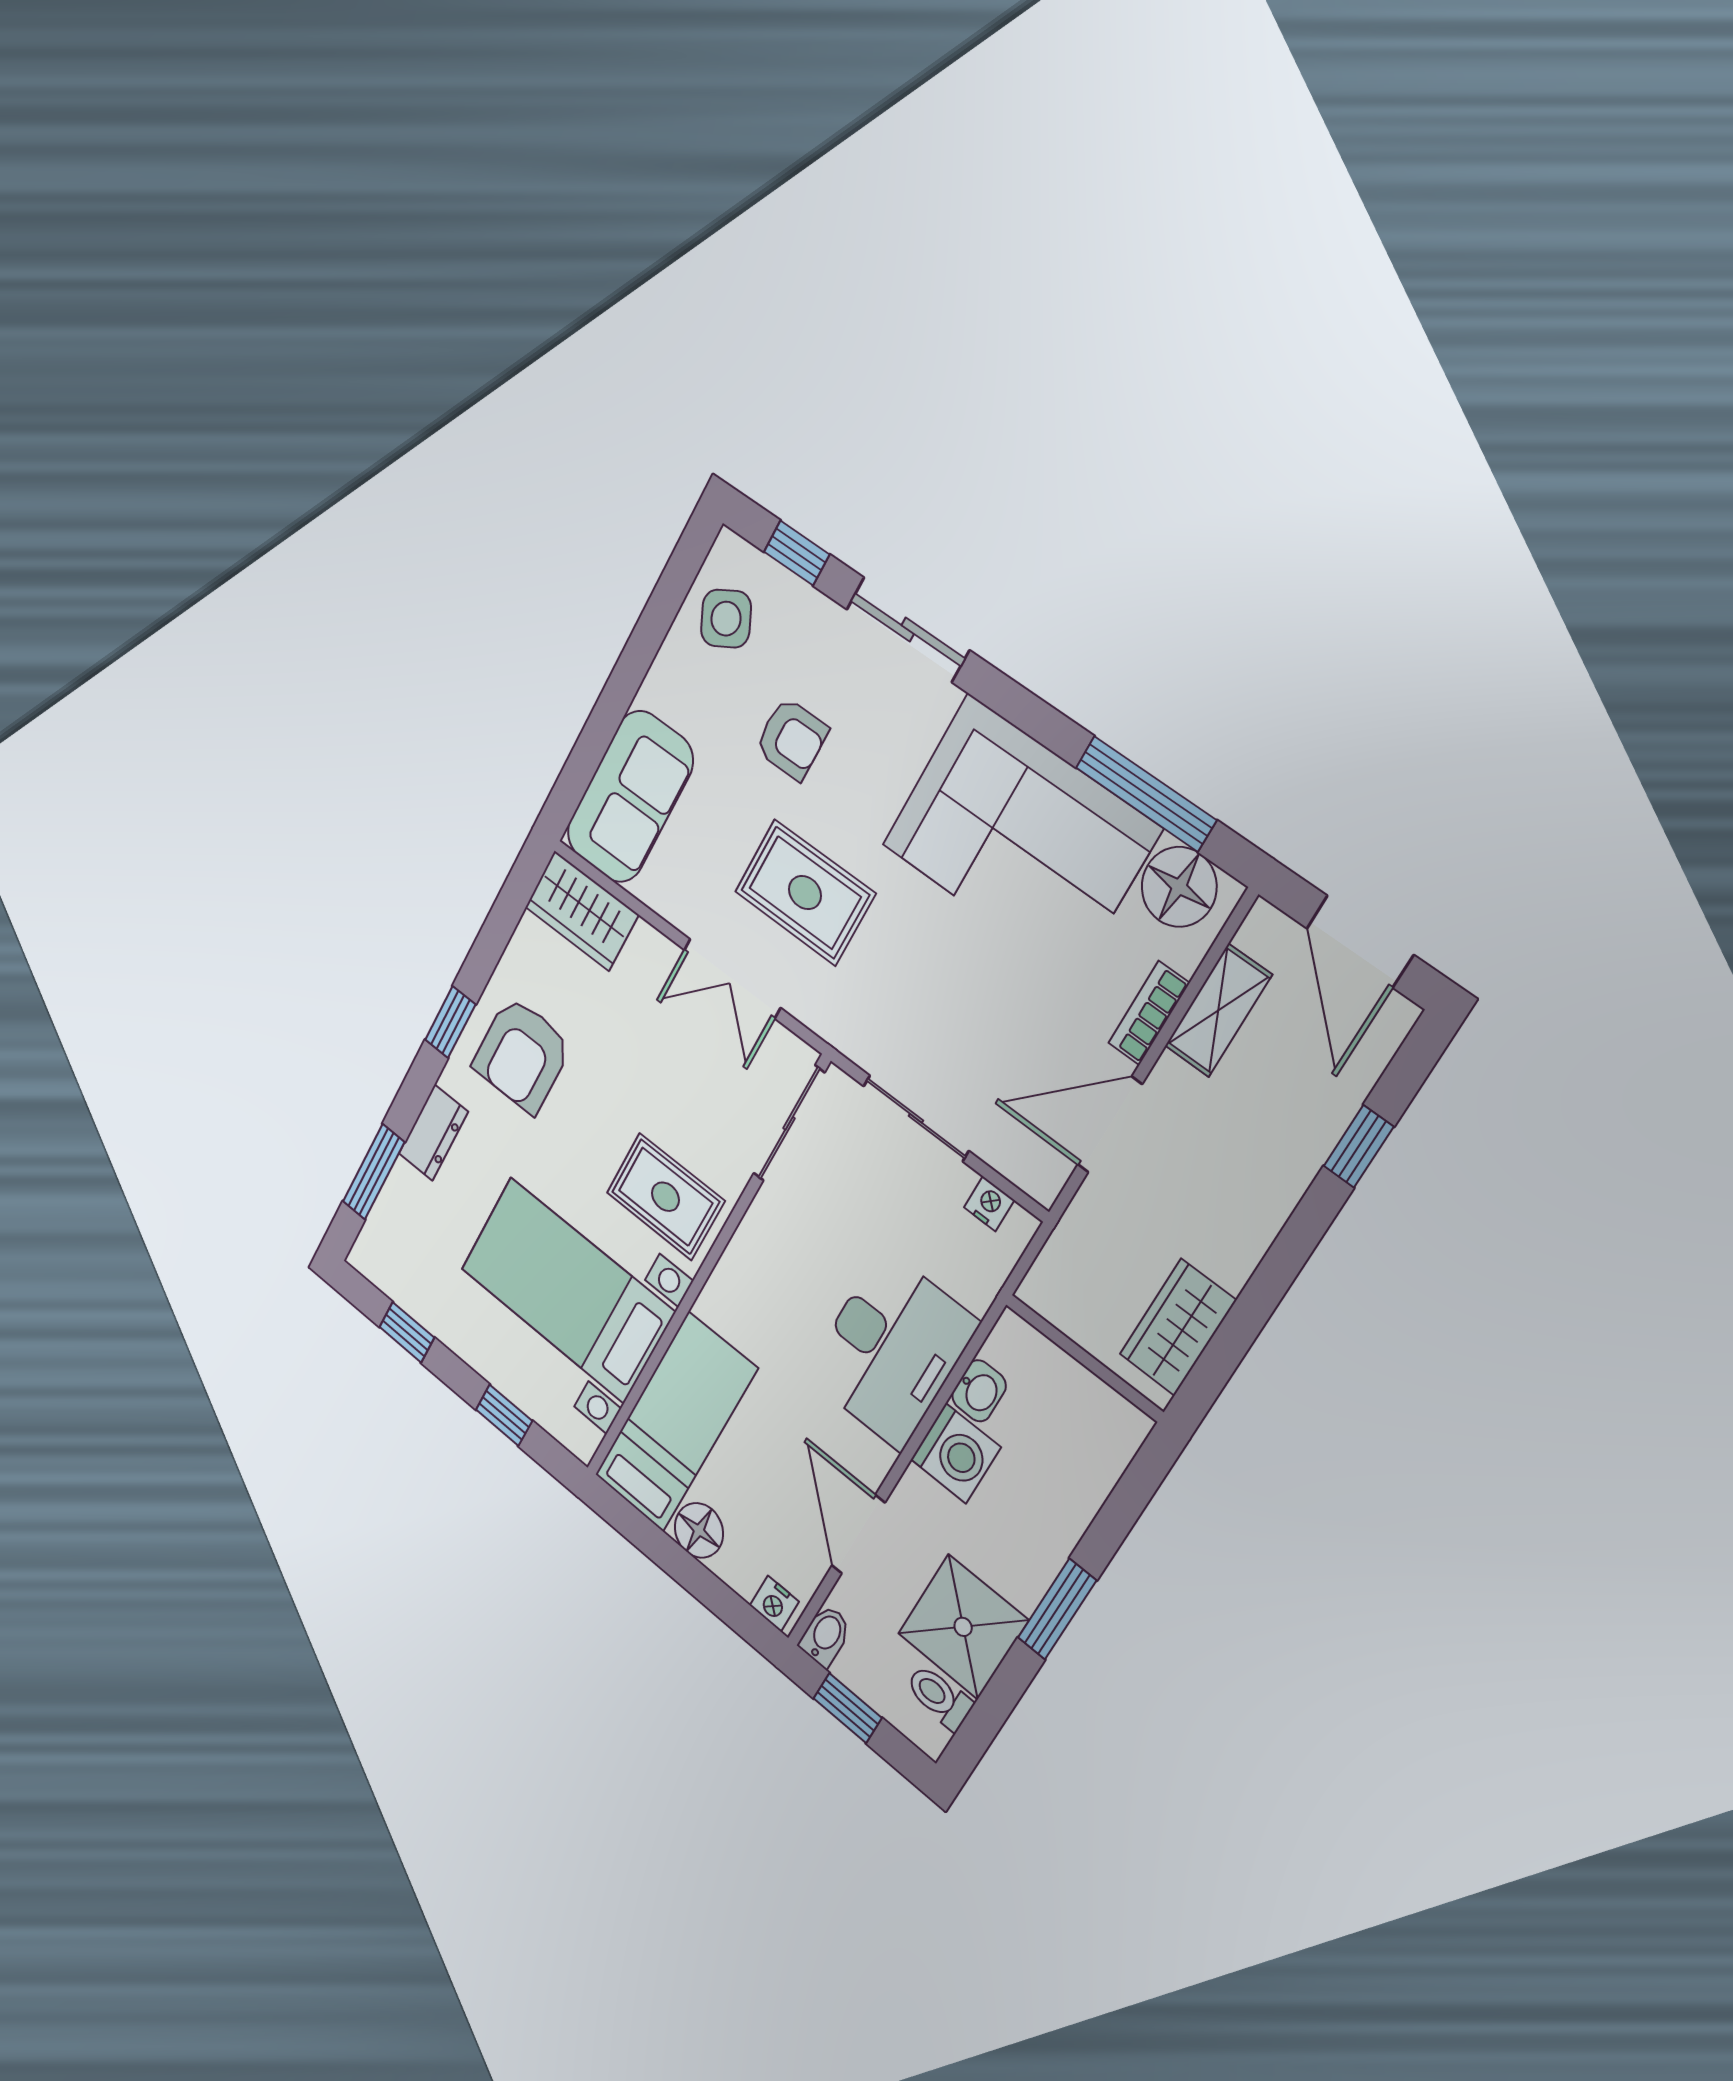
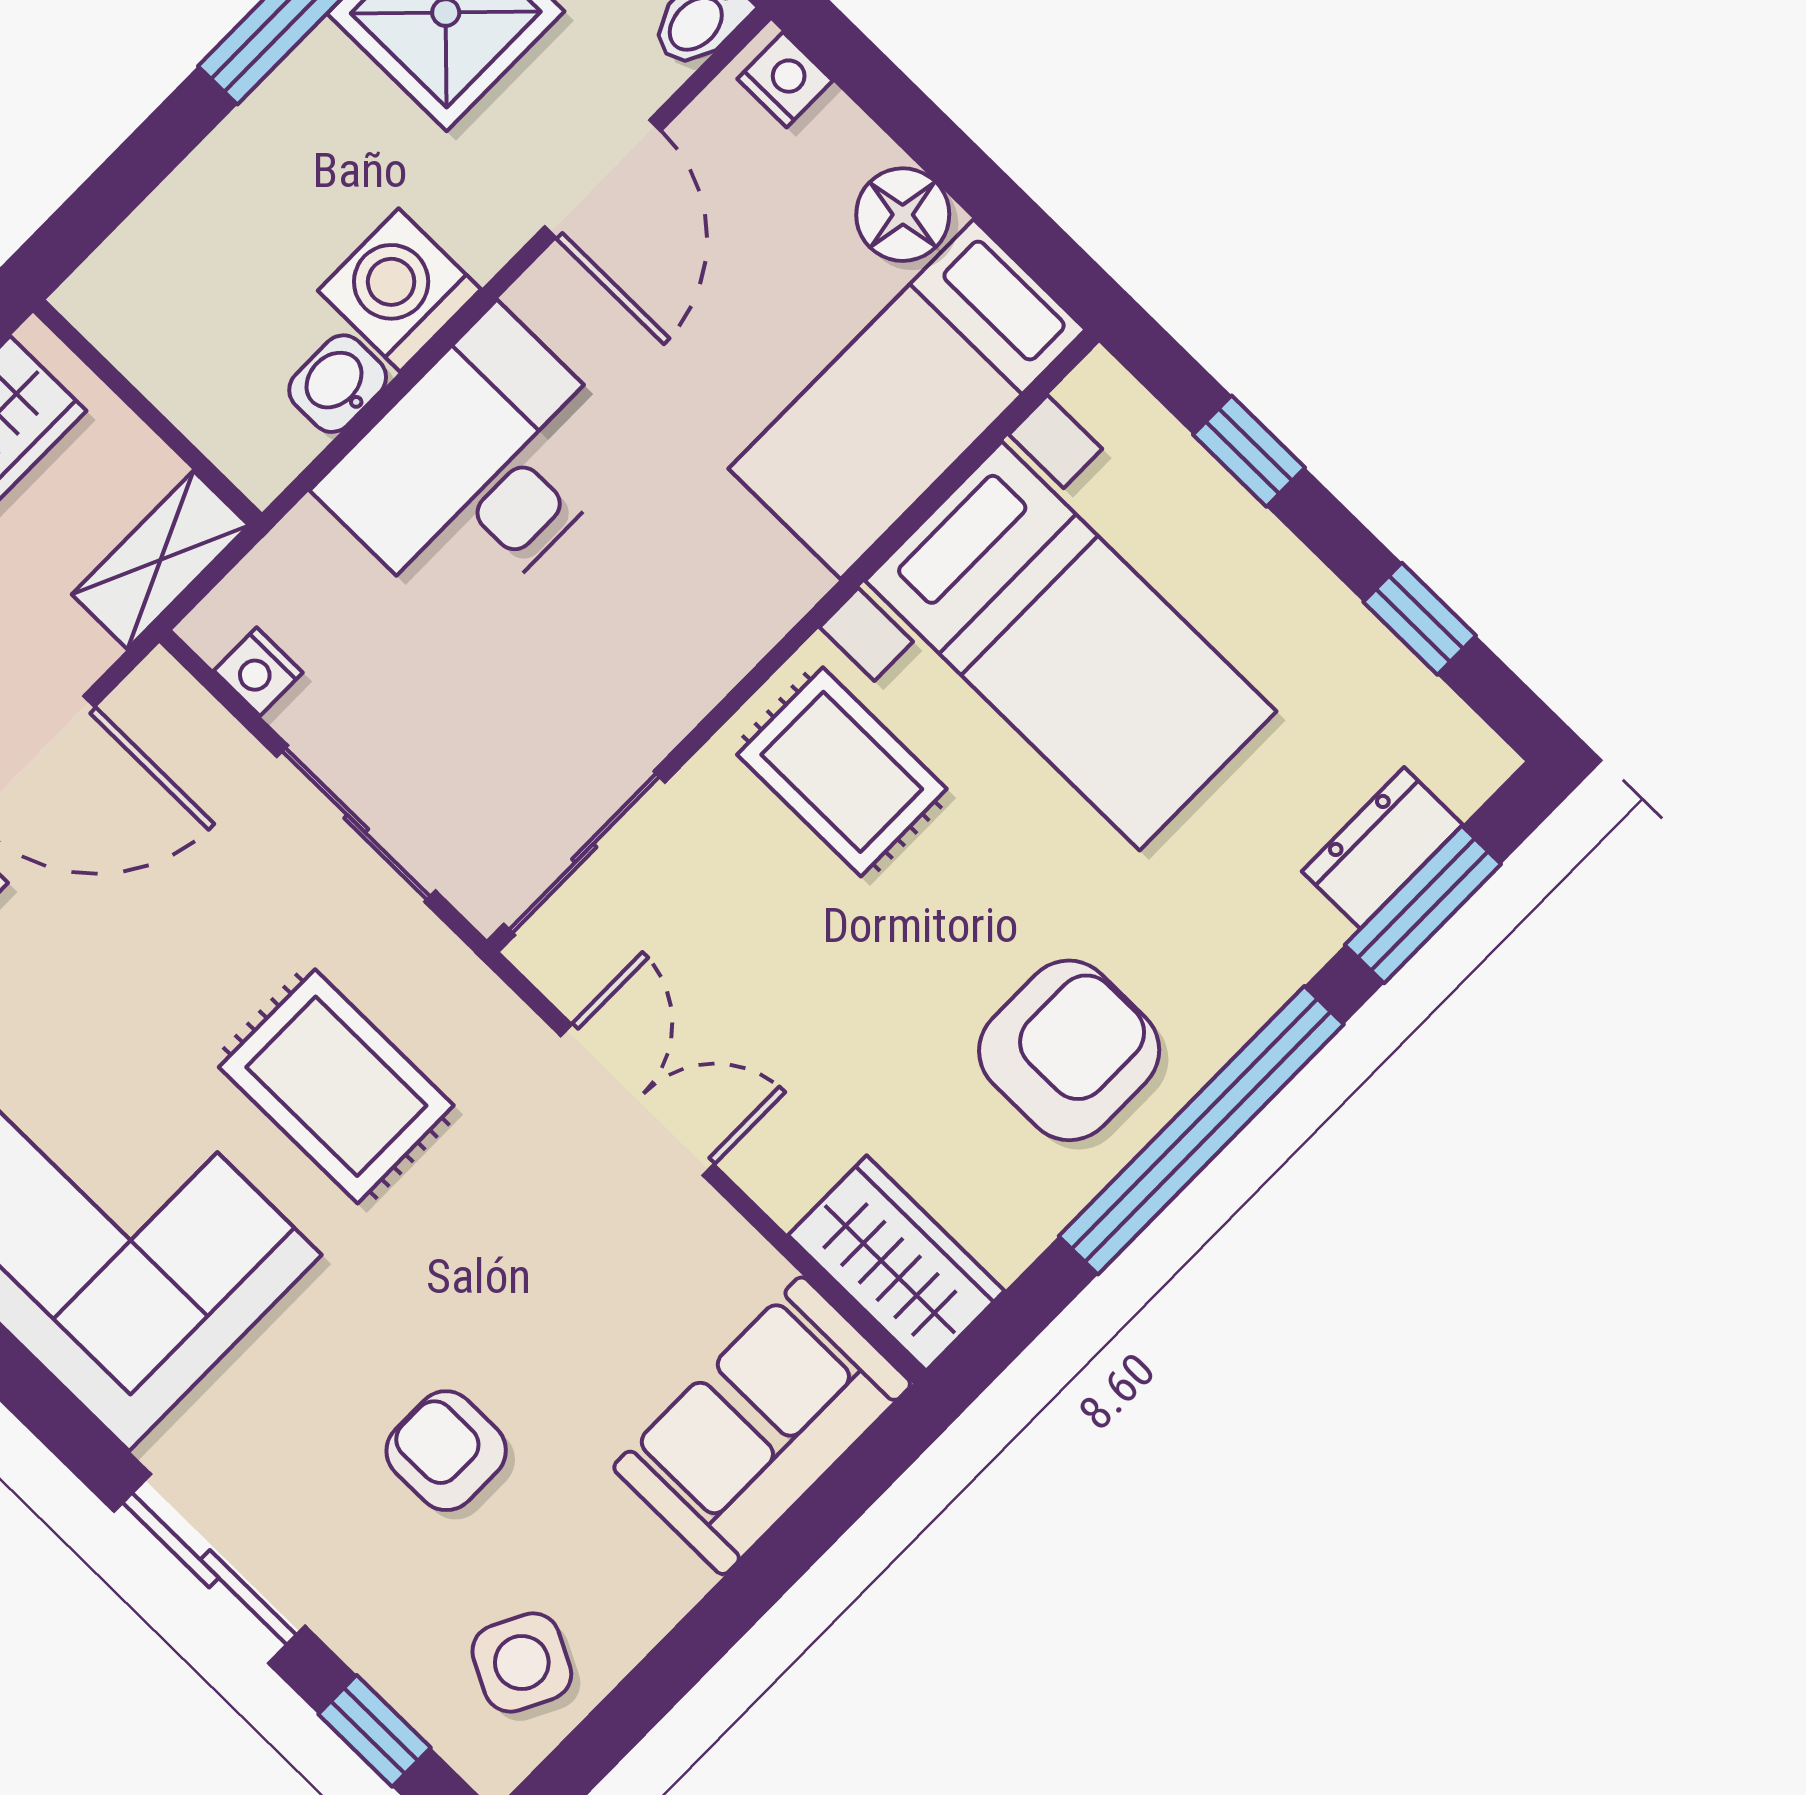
side table: (726, 619) -> (522, 1662), turned -36
rug: (805, 893) -> (336, 1086), moved
window: (450, 1022) -> (1201, 1130), width x3.17
dresser: (433, 1133) -> (1382, 848), moved
shelving: (1059, 1265) -> (160, 560), added

